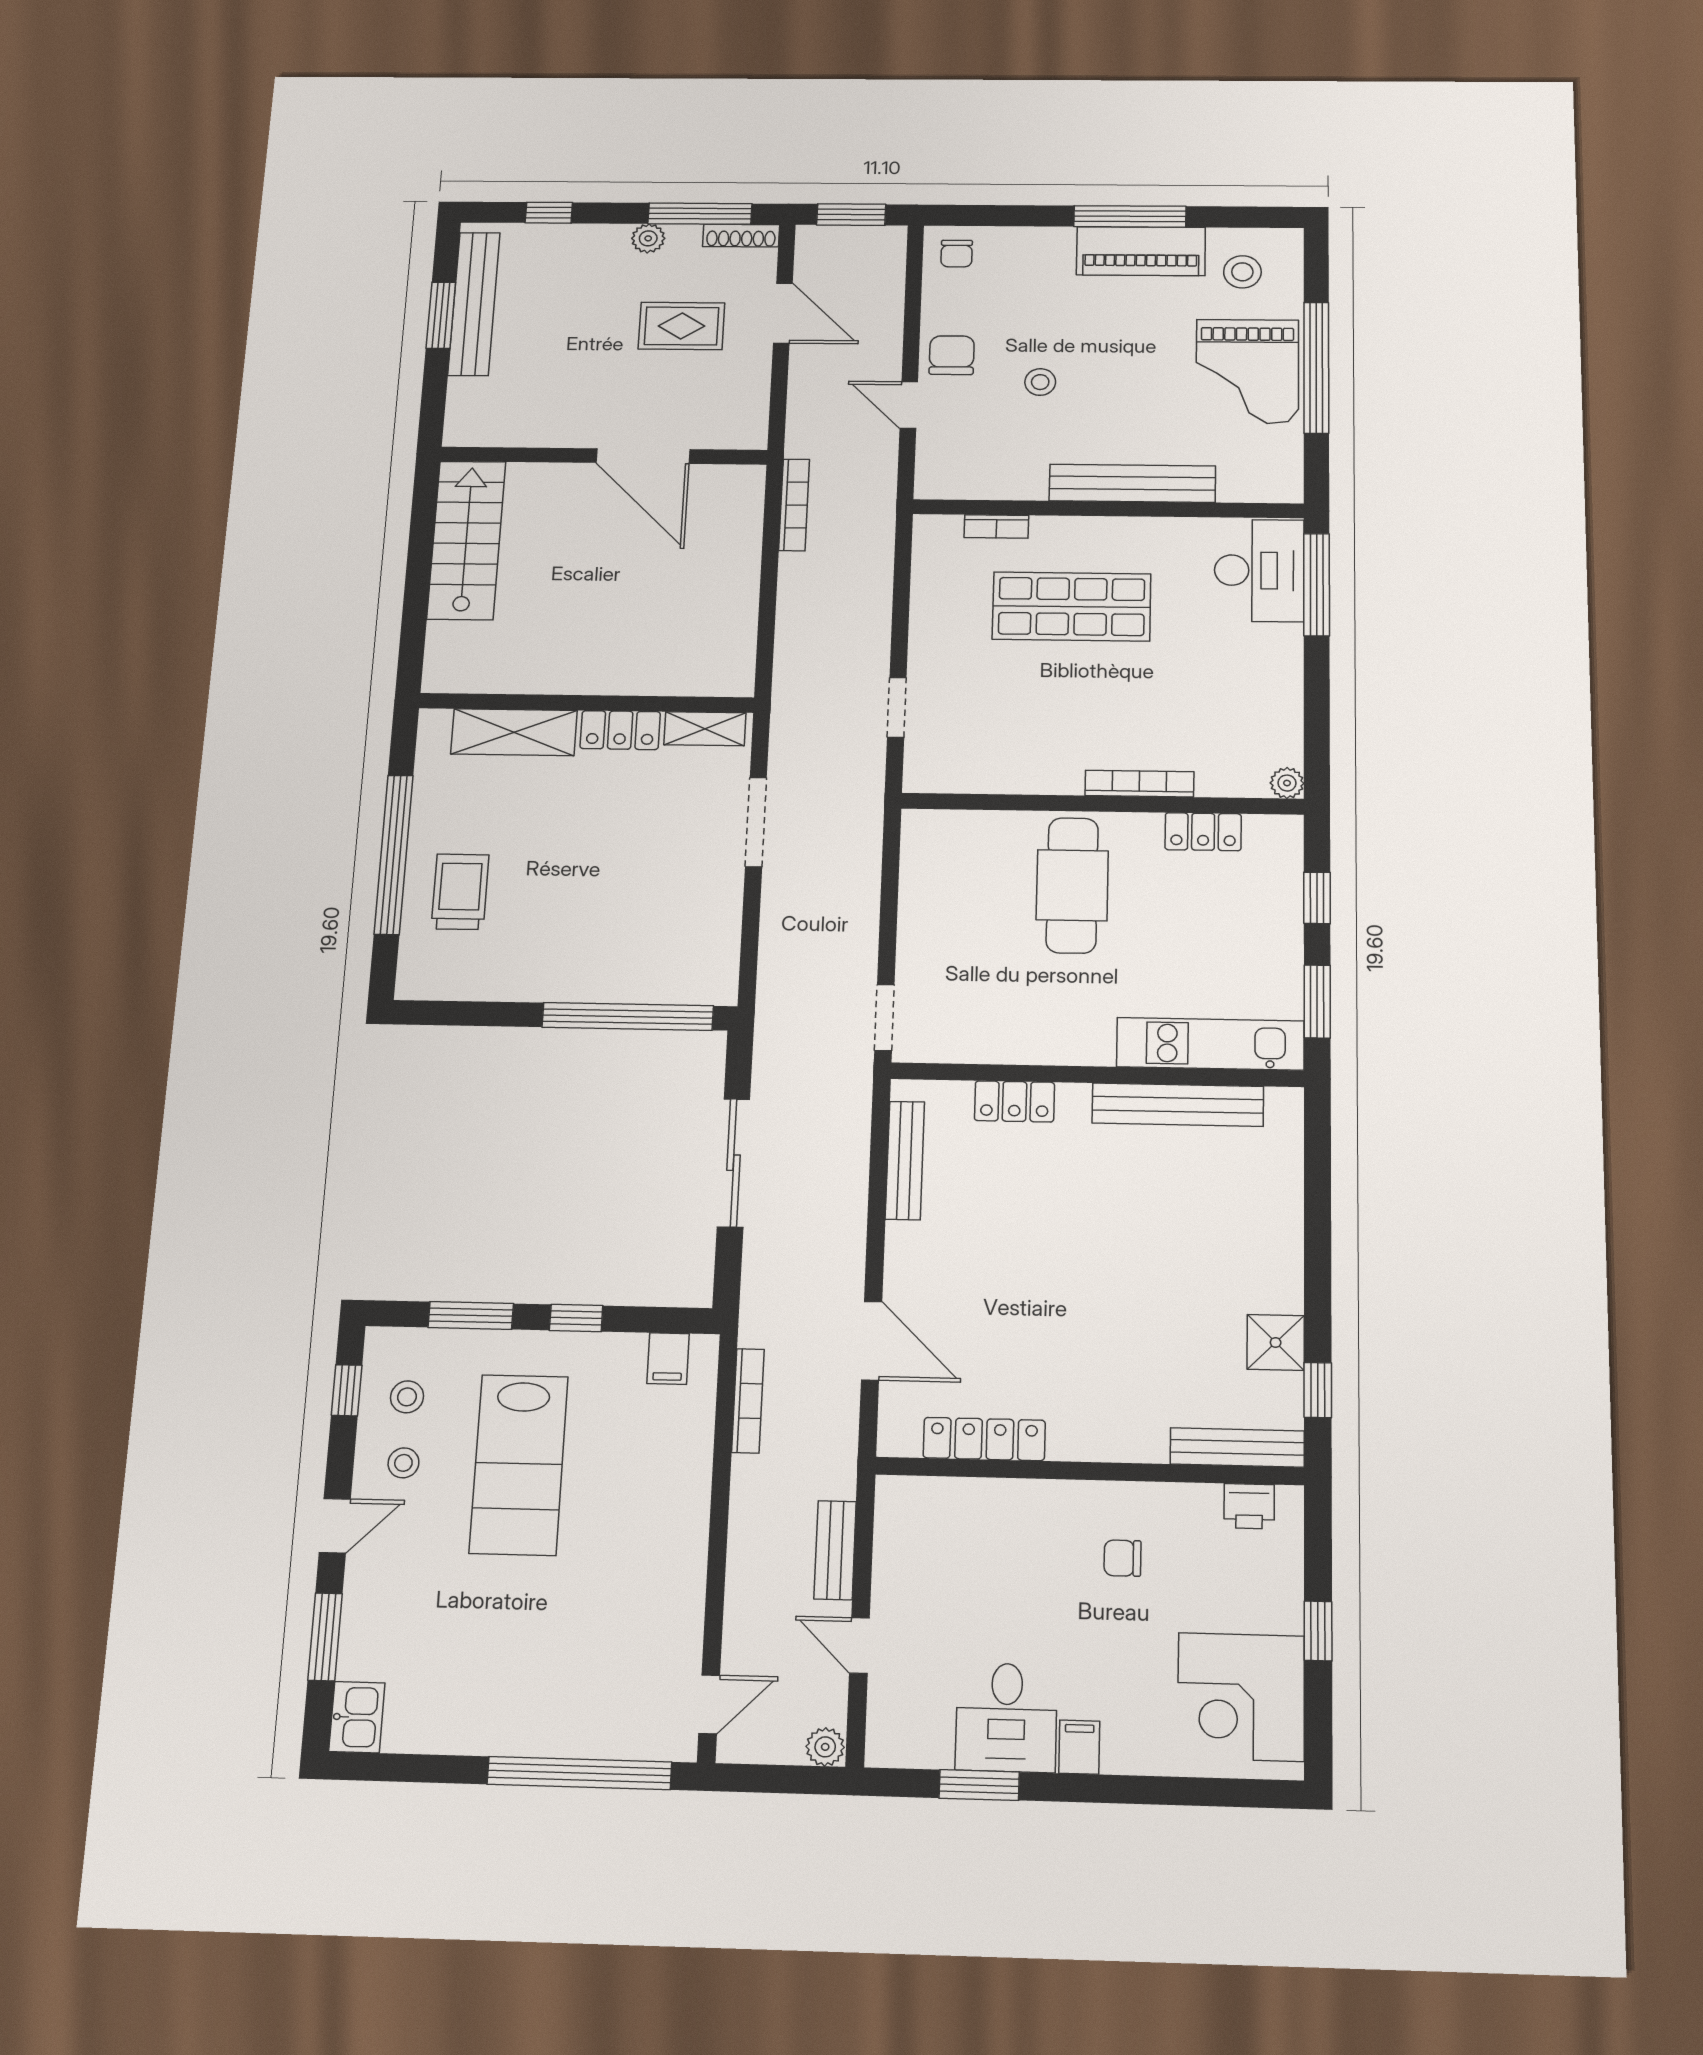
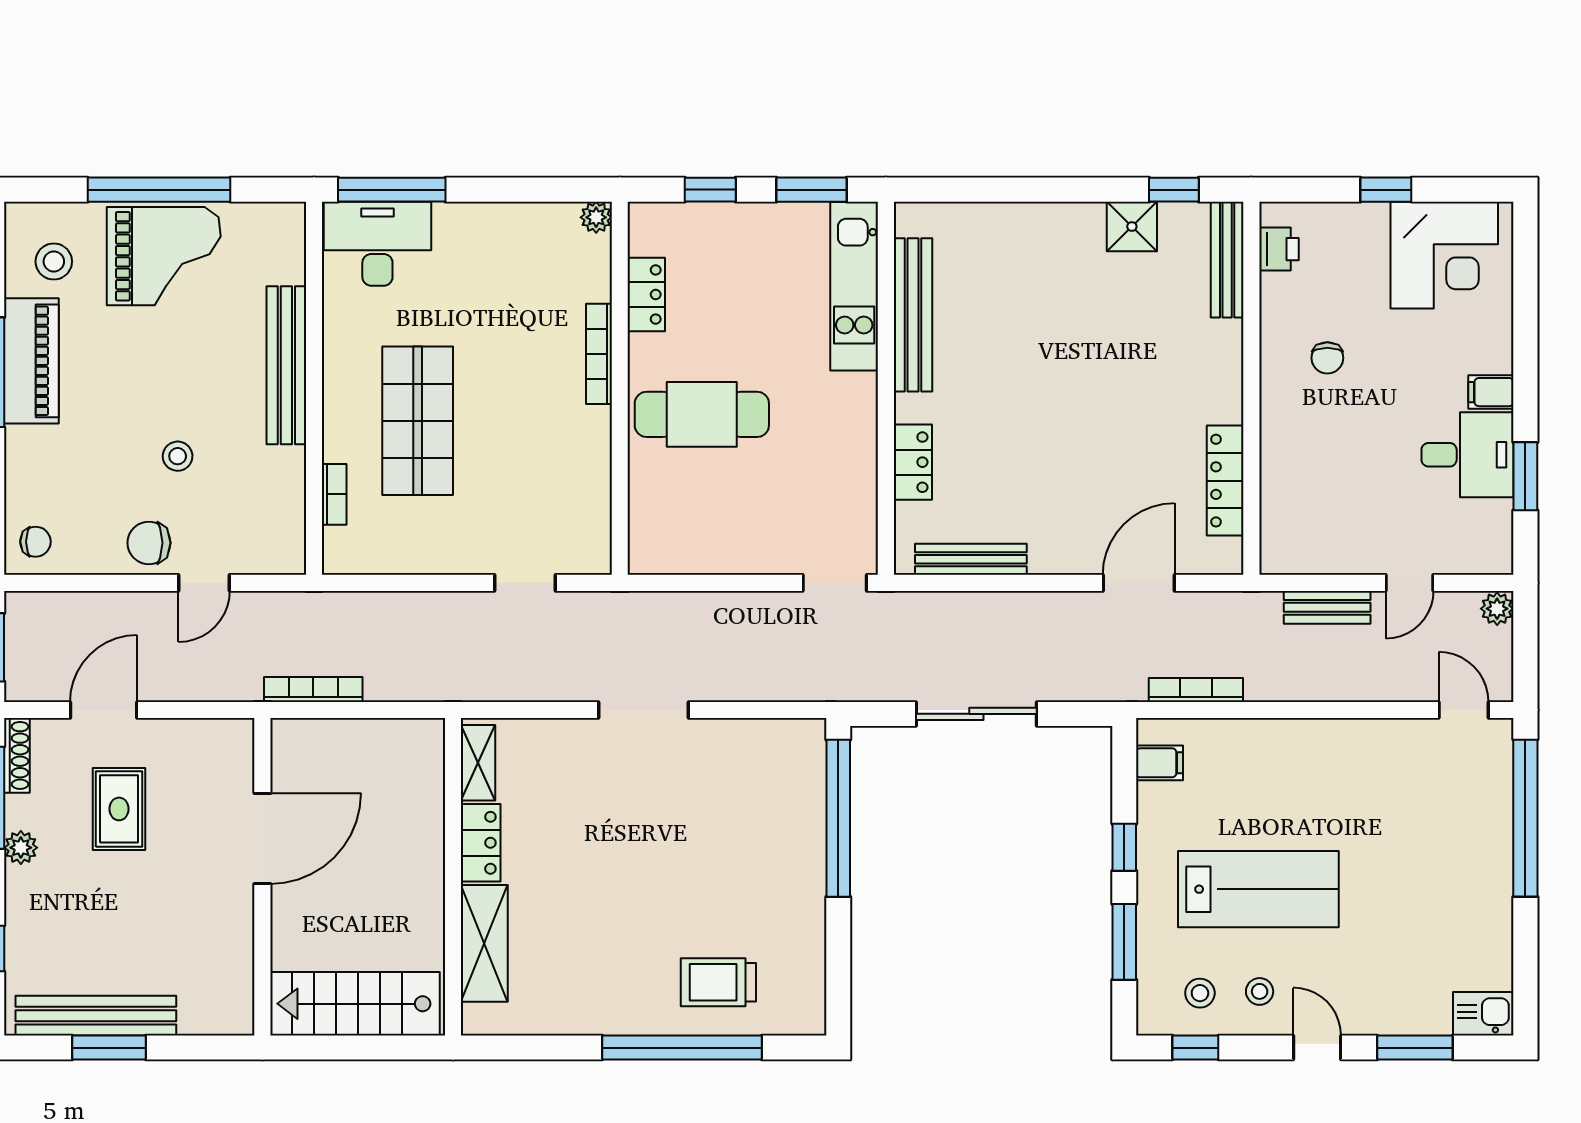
wall: (586, 703) -> (453, 877), moved
shelving: (705, 729) -> (478, 763), moved
locker: (620, 730) -> (481, 843), moved
shelving: (514, 732) -> (484, 943), moved

